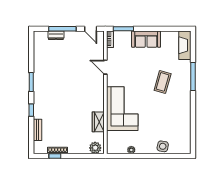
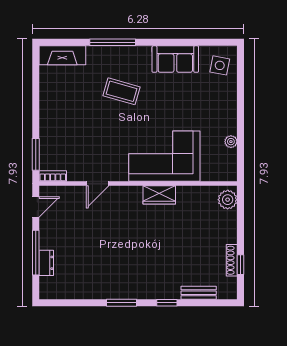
sofa: (146, 39) -> (175, 59), moved, turned 90
wardrobe: (98, 122) -> (159, 195), moved
side table: (163, 146) -> (220, 65), moved

